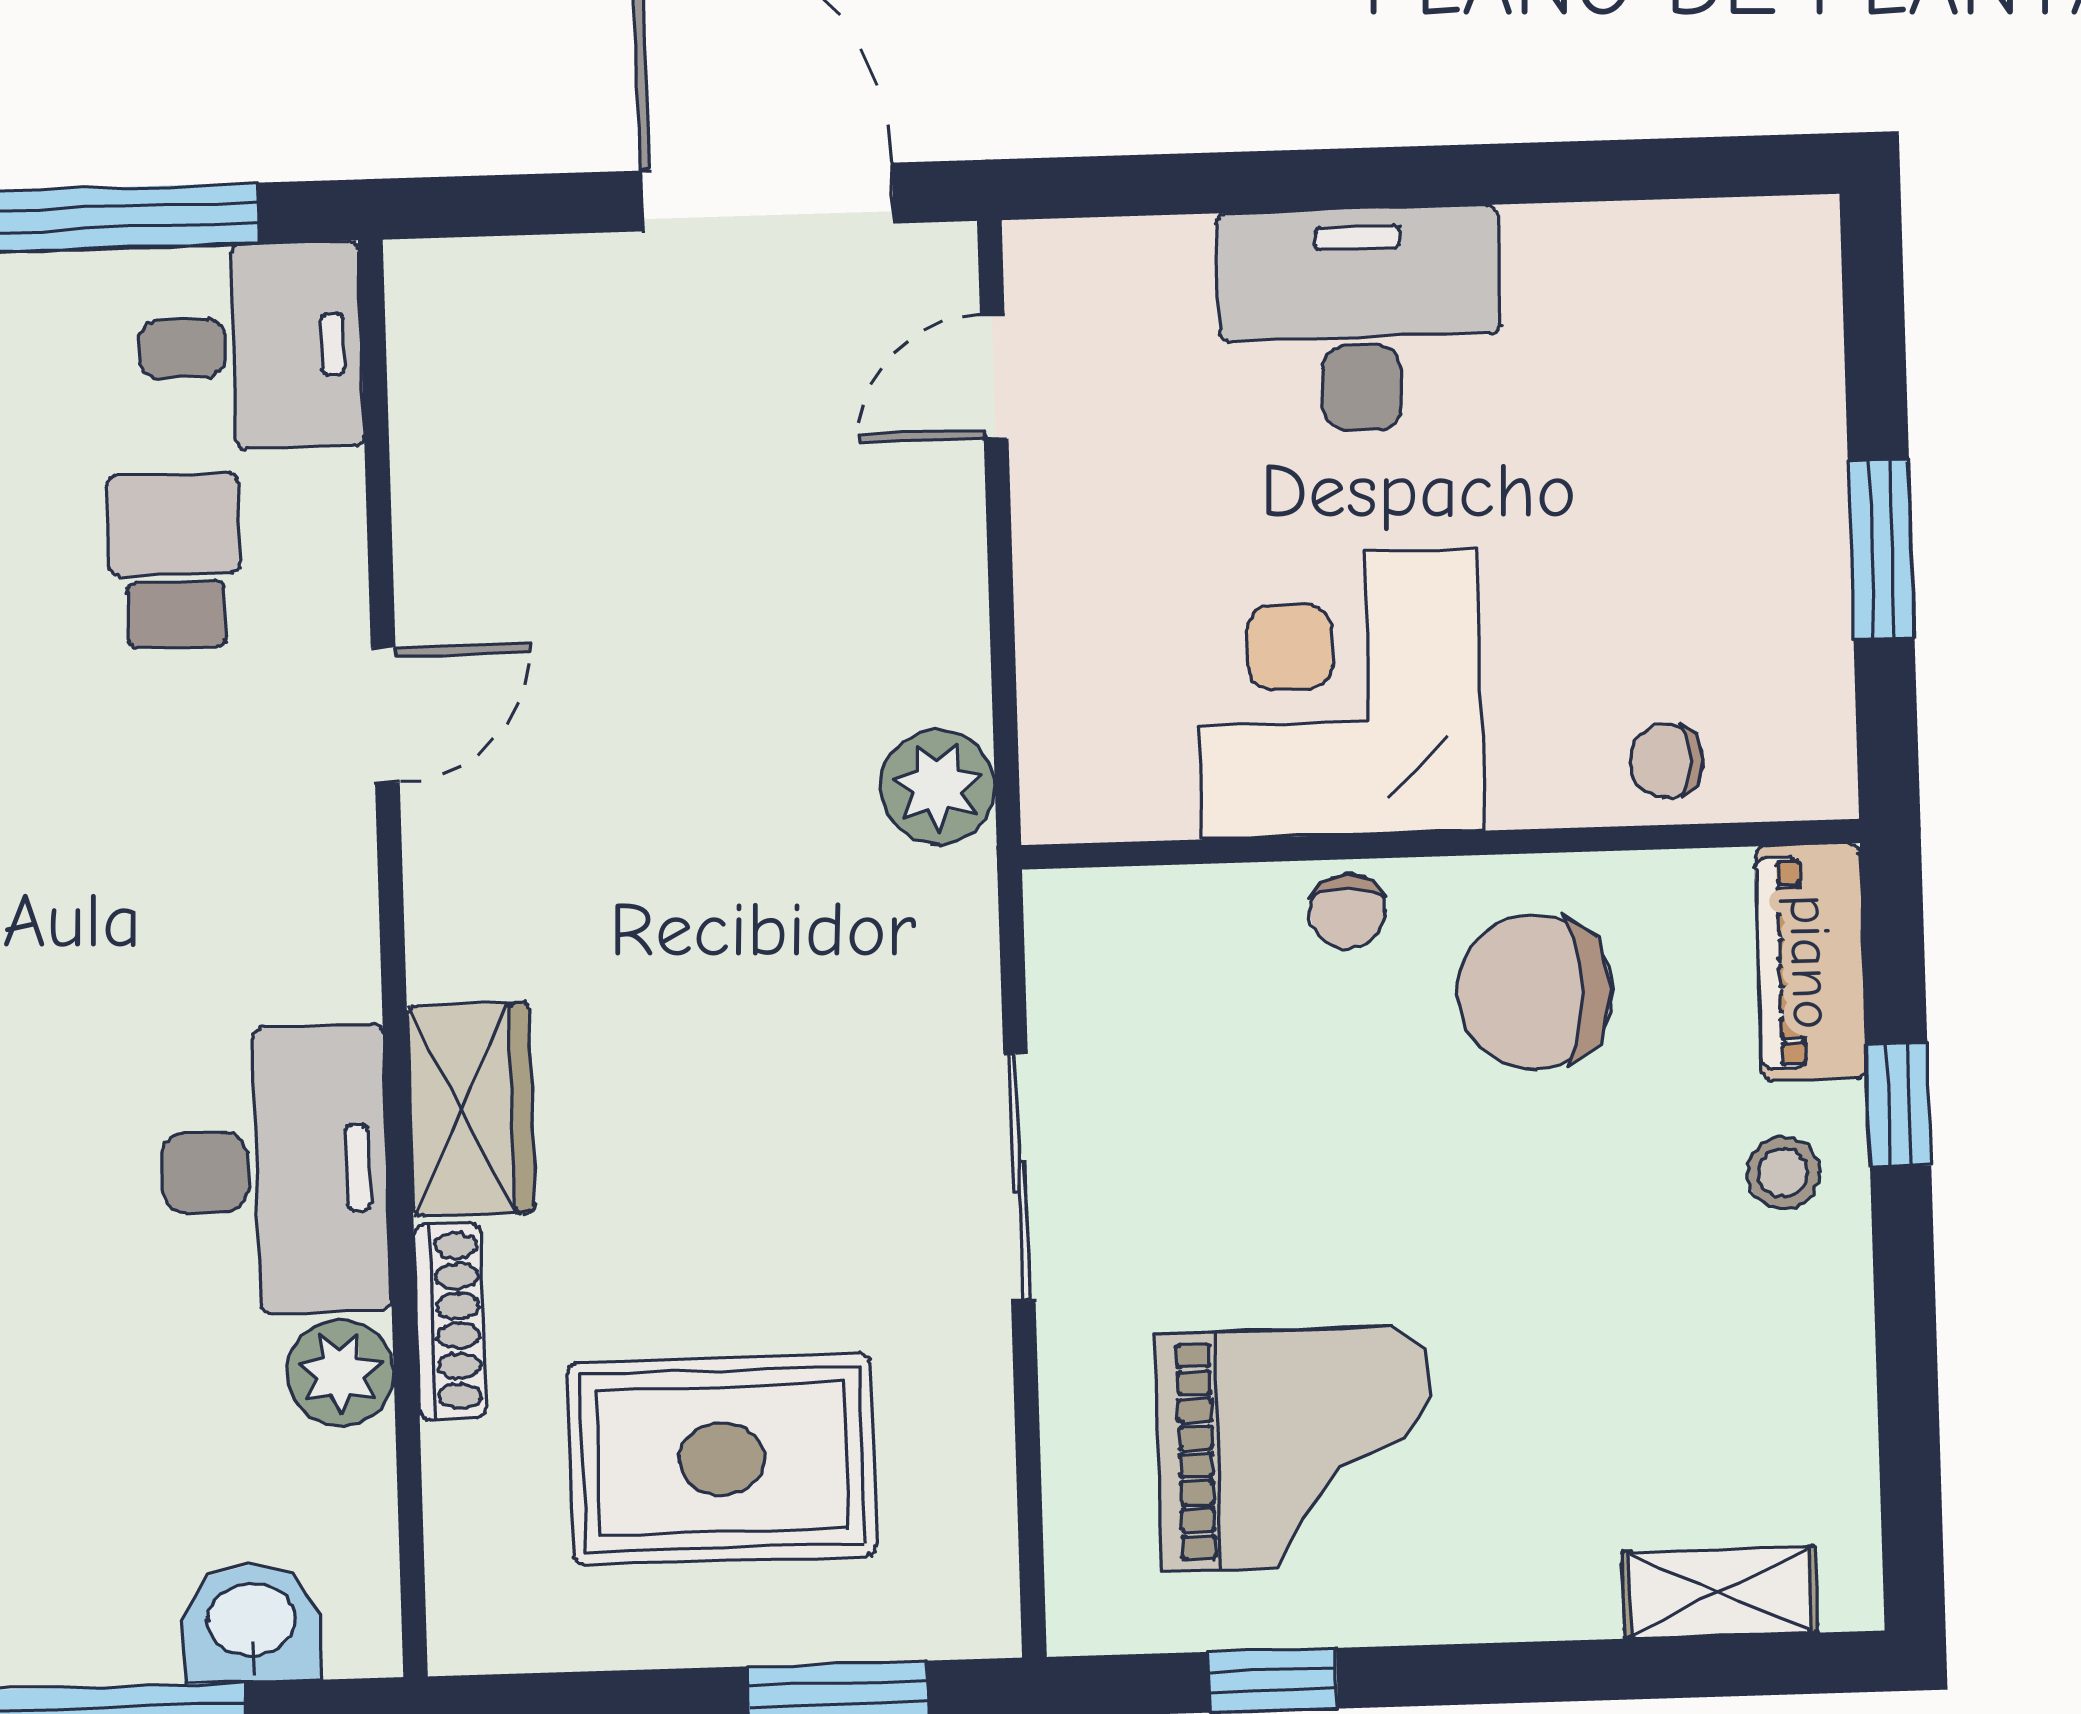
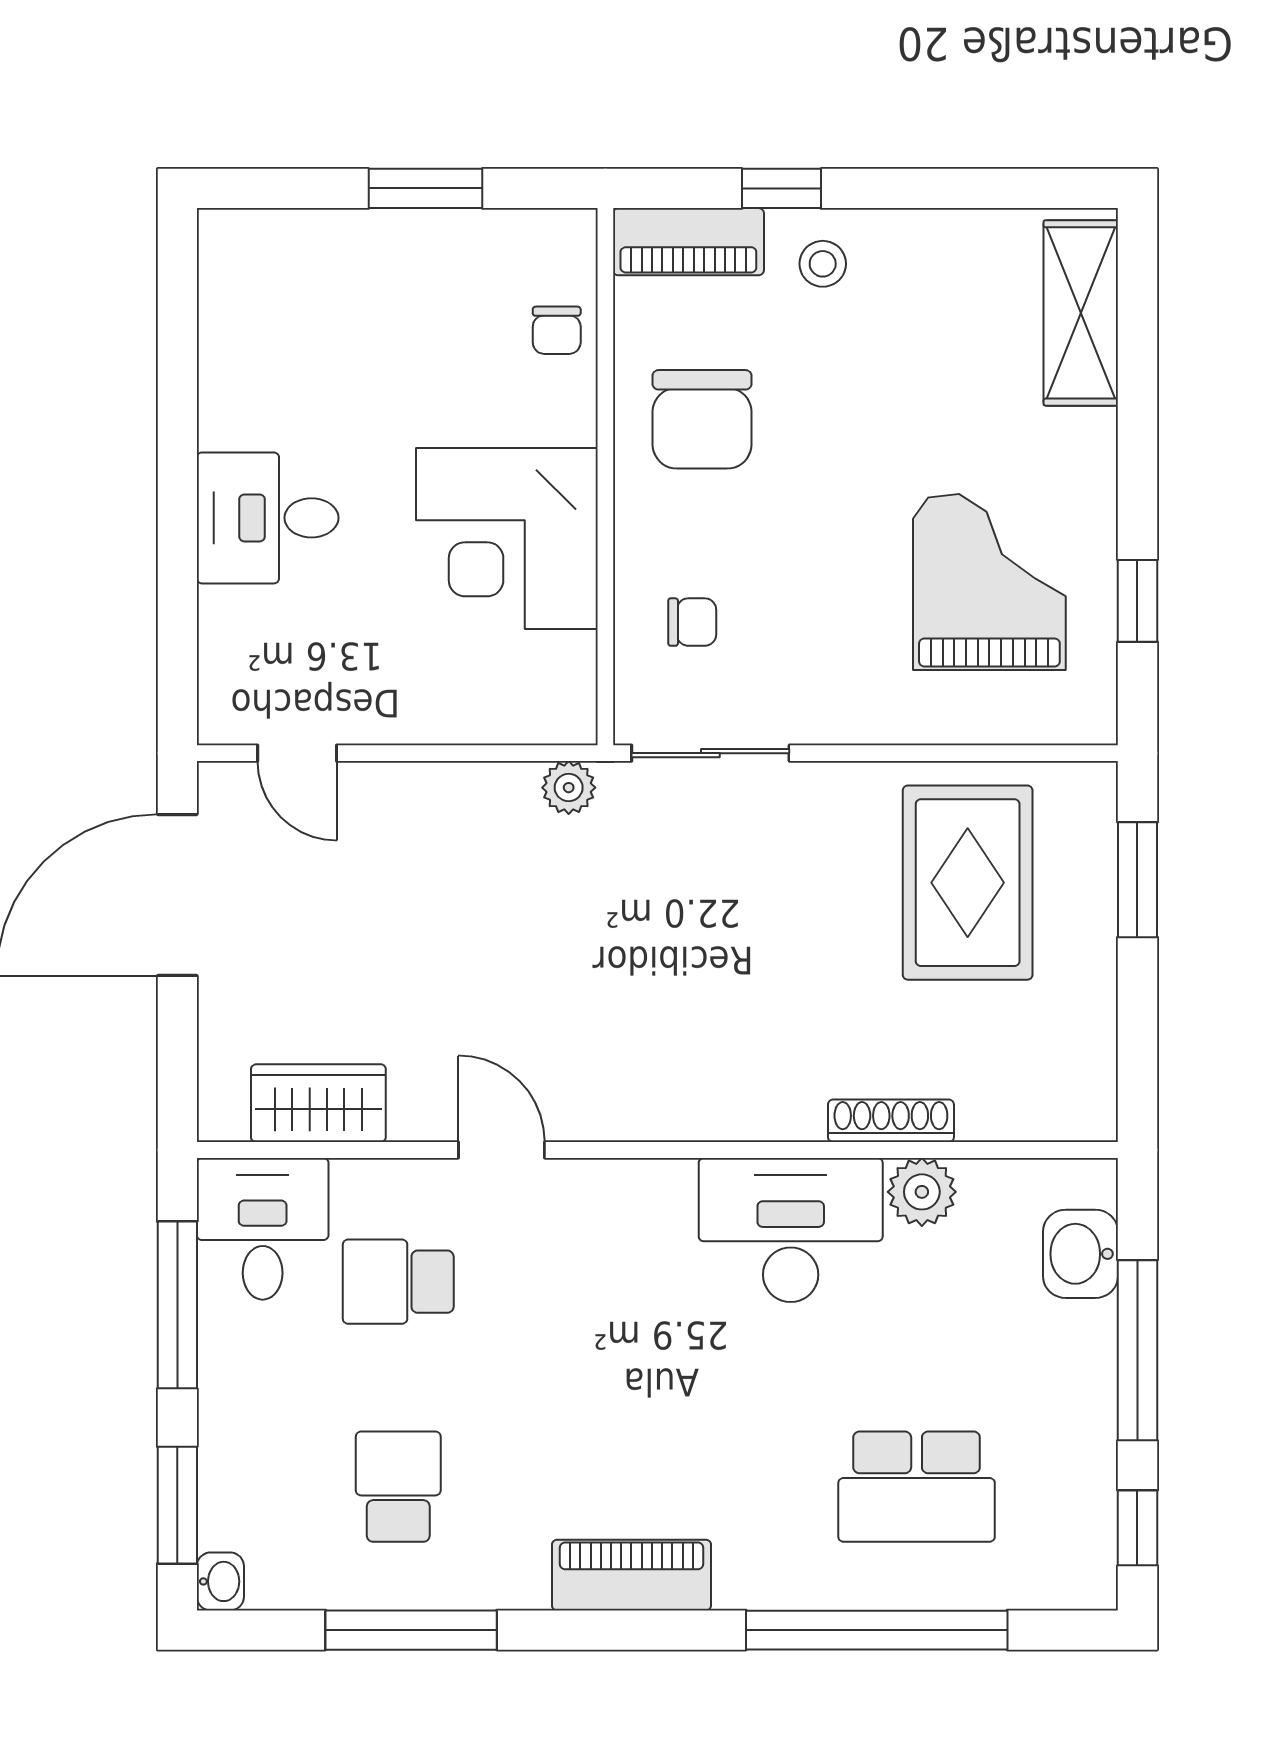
desk: (1360, 319) -> (268, 518), width x0.73
plant: (938, 787) -> (569, 788), width x0.73, depth x0.73
chair: (1348, 912) -> (692, 622), moved
wardrobe: (471, 1109) -> (318, 1103), moved
sliding door: (1019, 1177) -> (710, 753), moved
rug: (722, 1459) -> (968, 883), moved
shelving: (1720, 1592) -> (1081, 313), width x1.50, depth x1.33

